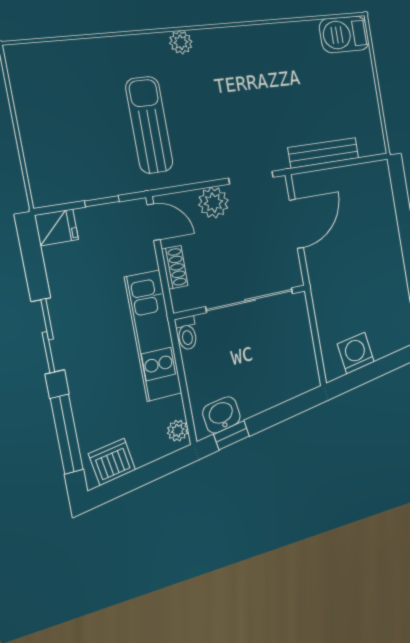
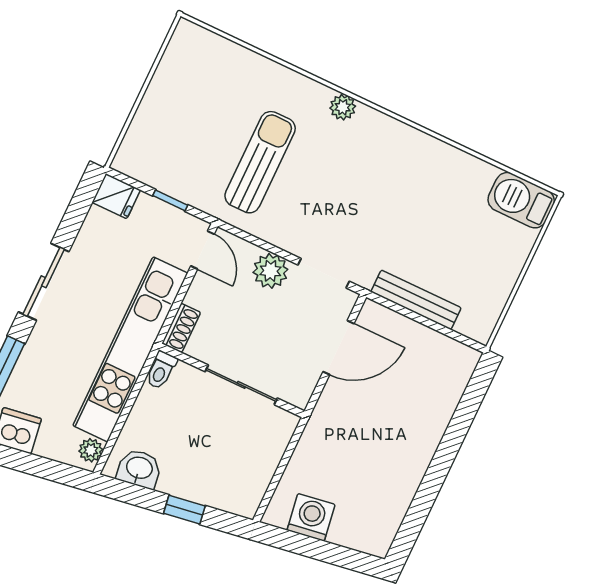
shoe rack: (175, 267) -> (181, 328), moved
sliding door: (250, 300) -> (241, 385), width x0.73
kitchen unit: (153, 336) -> (130, 349), width x1.36
window: (232, 435) -> (184, 510), moved

